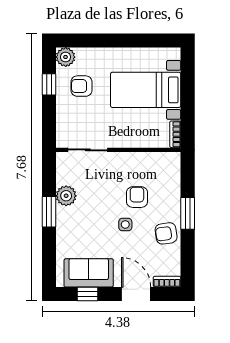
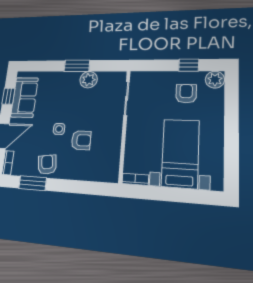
window: (188, 213) -> (33, 183), moved

